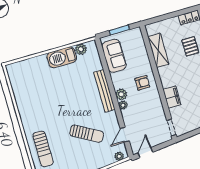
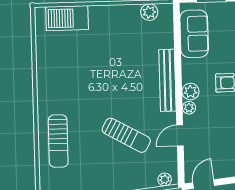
barbecue: (62, 57) -> (67, 18), moved
door: (125, 135) -> (180, 136), moved

